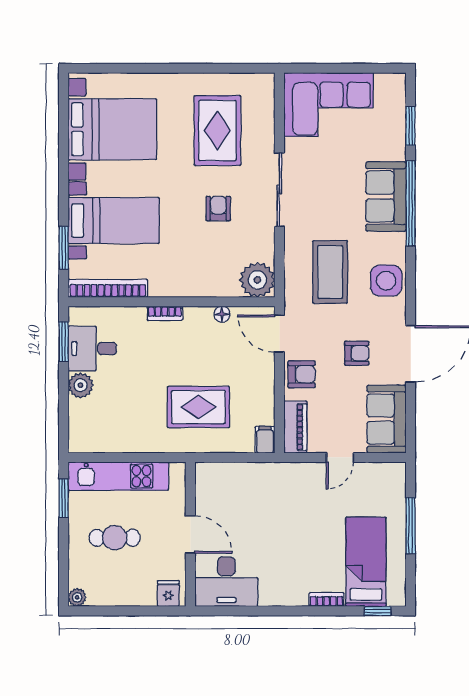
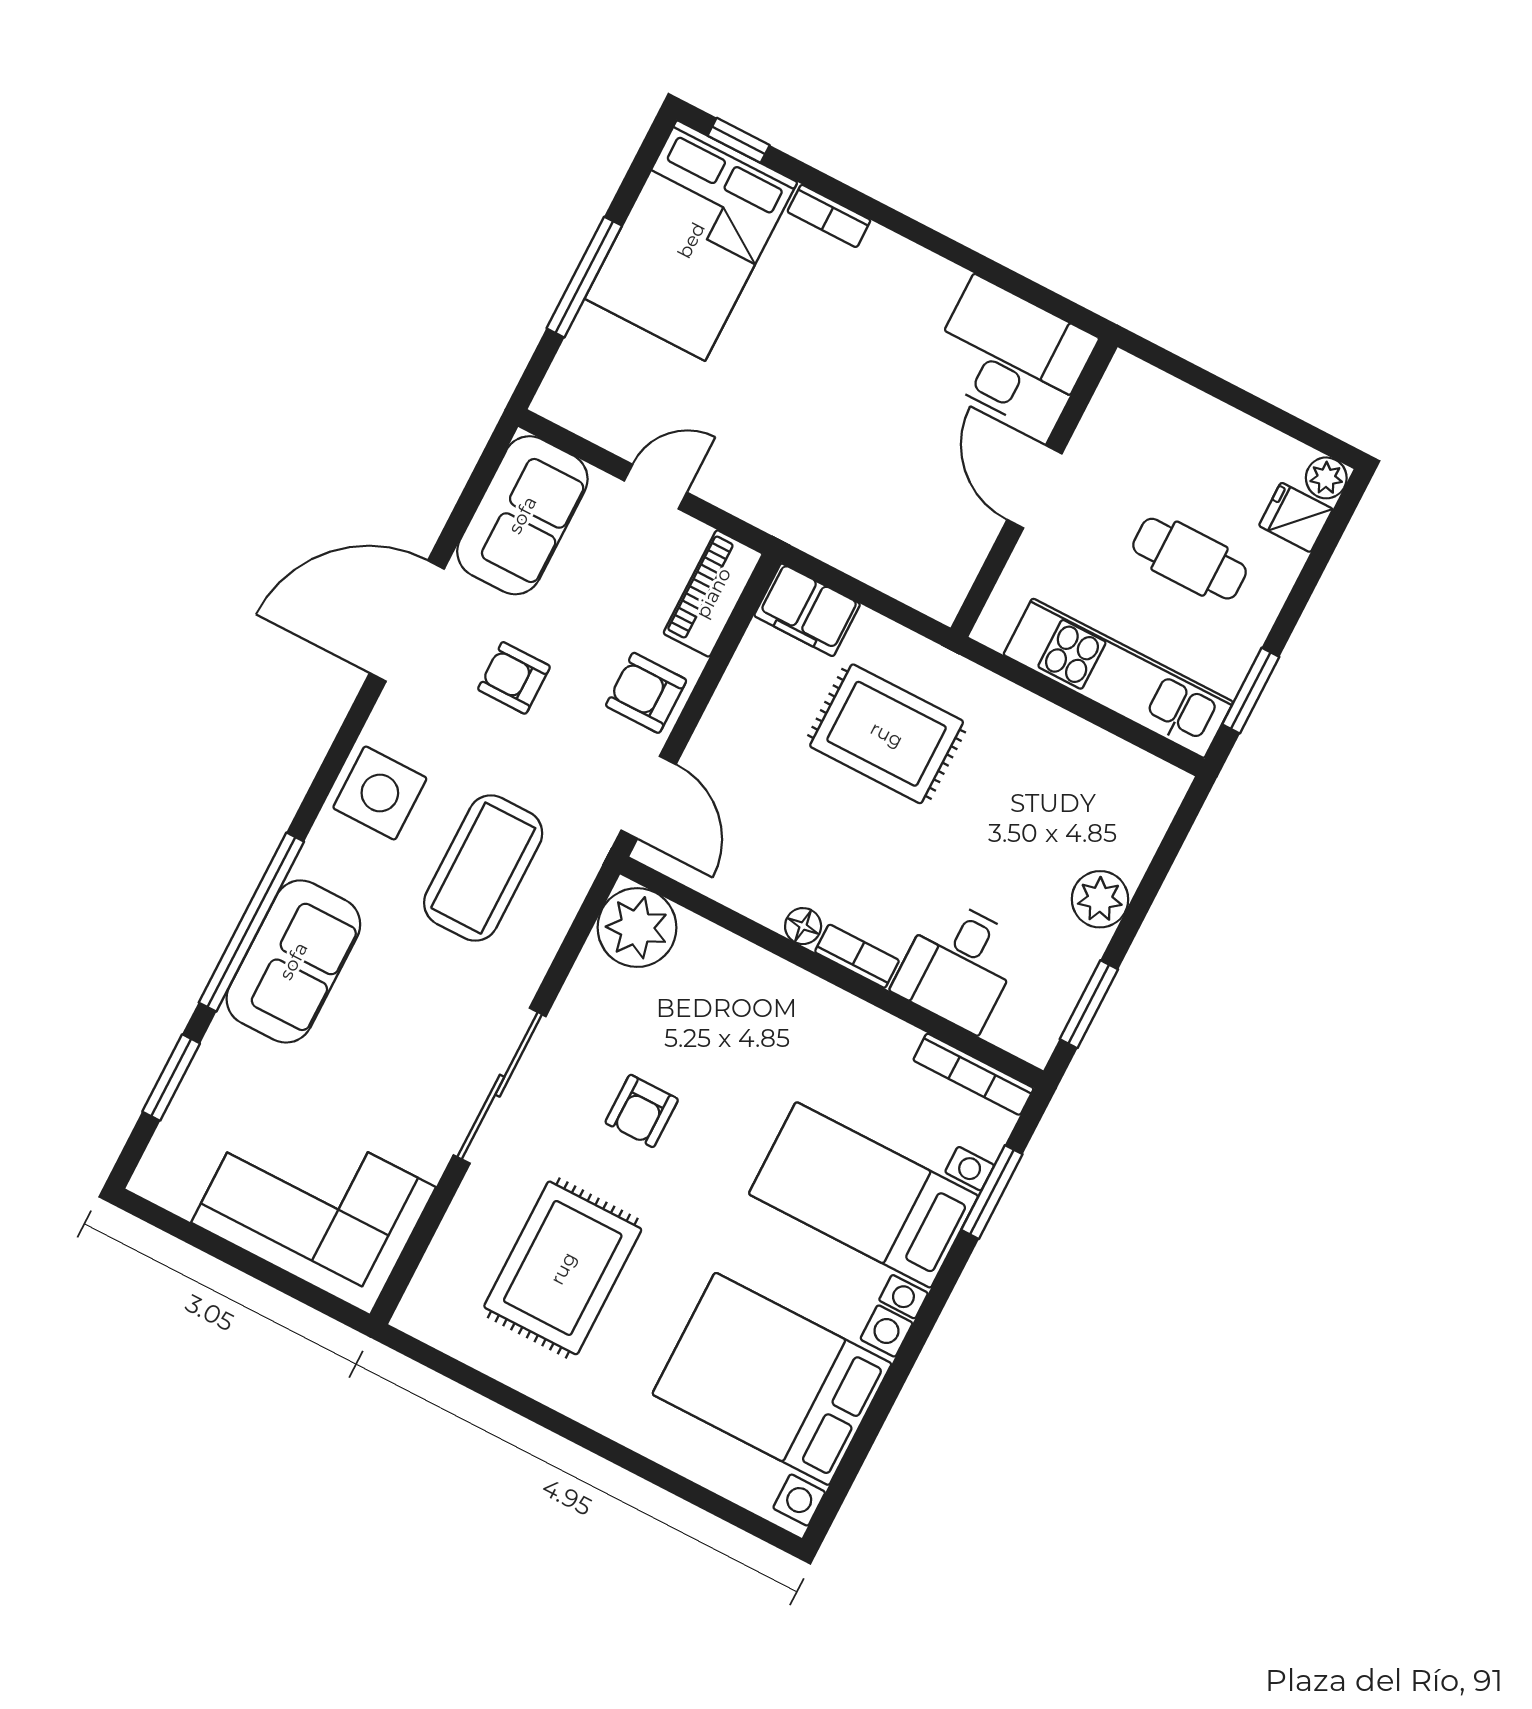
bookcase: (108, 288) -> (973, 1074), width x0.68, depth x0.76
floor lamp: (222, 314) -> (803, 926), moved
desk: (92, 349) -> (958, 965), moved, turned 90
filing cabinet: (265, 440) -> (807, 610), width x2.00
bed: (366, 562) -> (691, 240), width x1.50
fridge: (168, 593) -> (1296, 517), moved, turned 90

